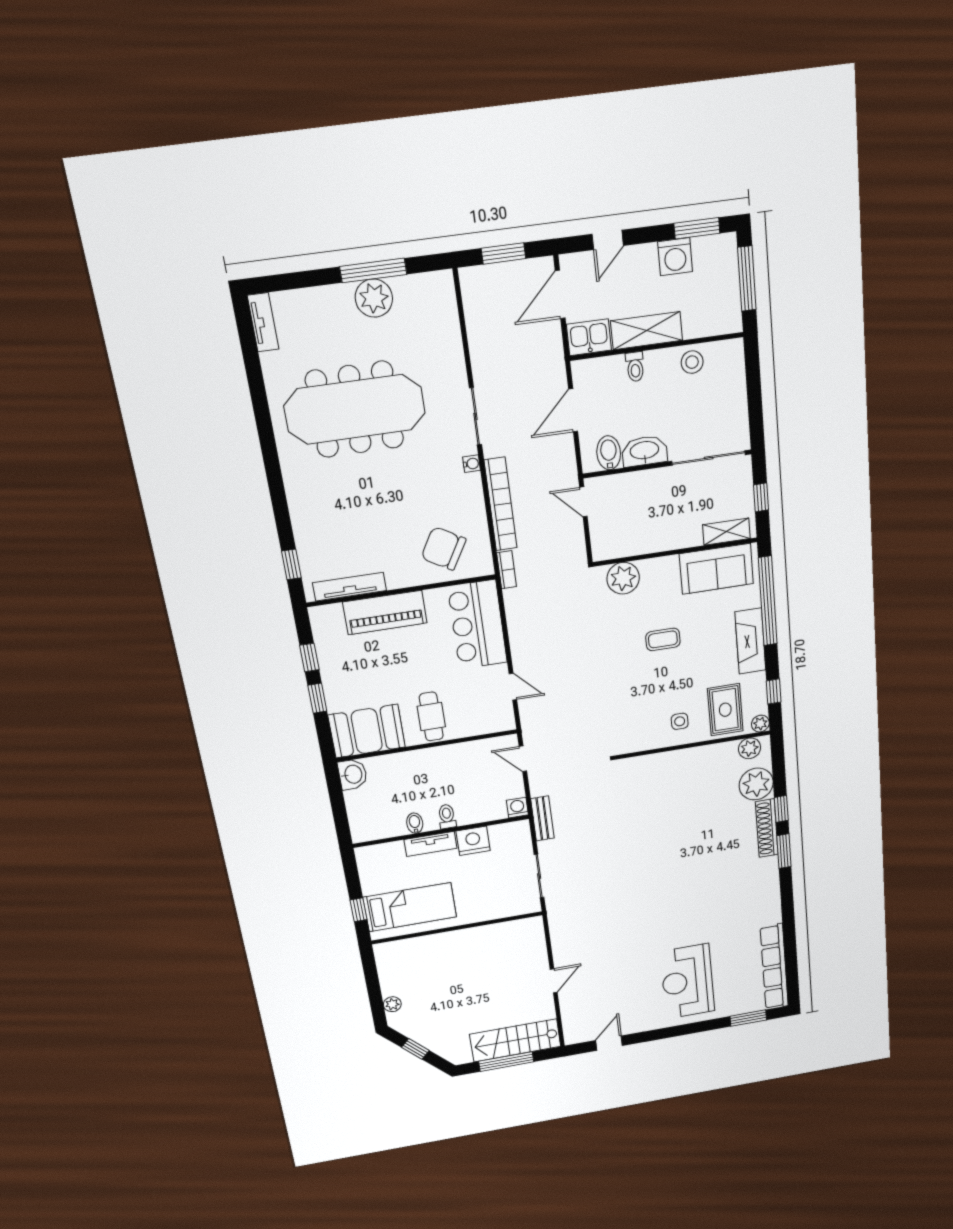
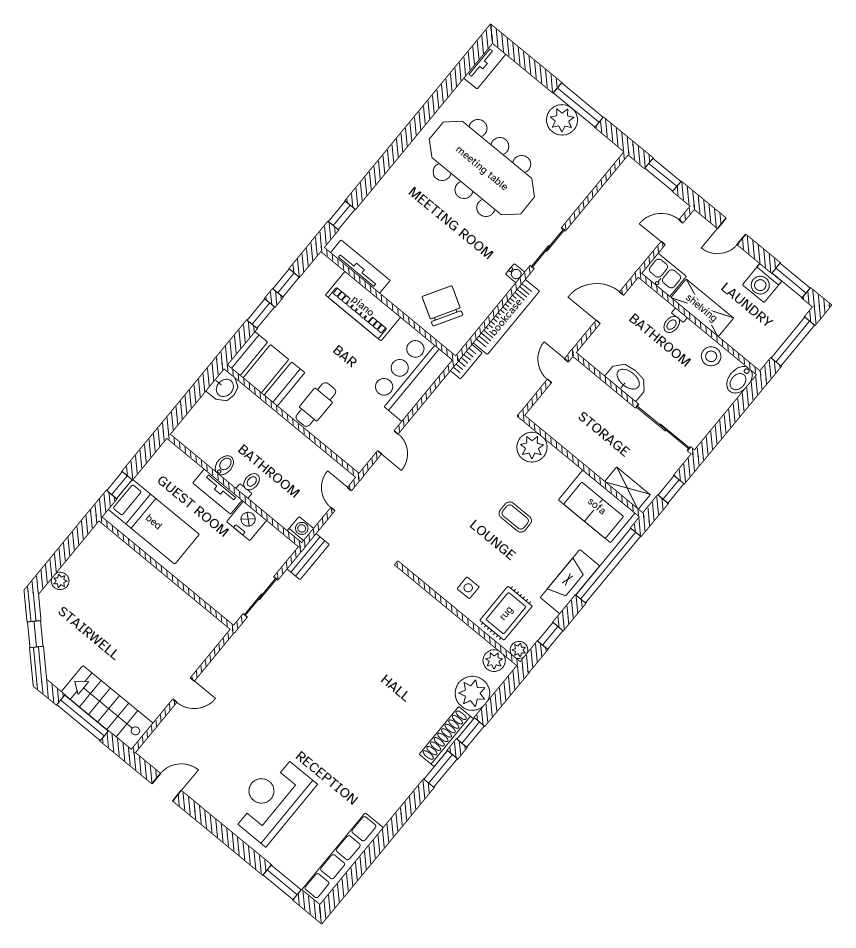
door: (560, 295) -> (672, 232), width x0.73
bidet: (609, 453) -> (740, 380), moved, turned 180

